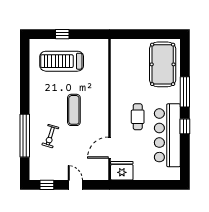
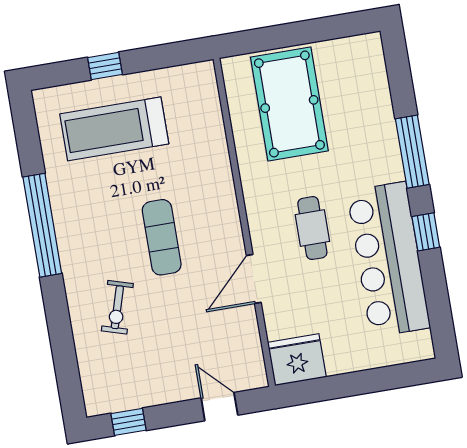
pool table: (163, 64) -> (289, 104), moved
window: (25, 136) -> (42, 225), moved
door: (110, 148) -> (254, 279), moved
door: (75, 185) -> (219, 407), moved

